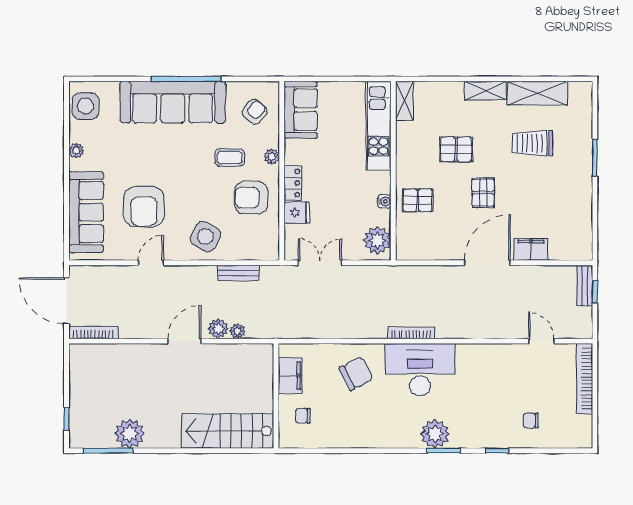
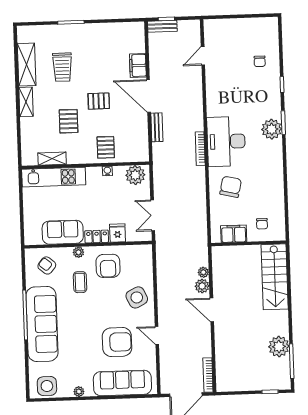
shelving: (405, 101) -> (52, 159), moved
sofa: (301, 110) -> (63, 232), moved
side table: (205, 236) -> (137, 297), turned 37
bench: (238, 273) -> (157, 127), moved
chair: (356, 374) -> (231, 187), turned 40
bookcase: (585, 379) -> (229, 24), removed

